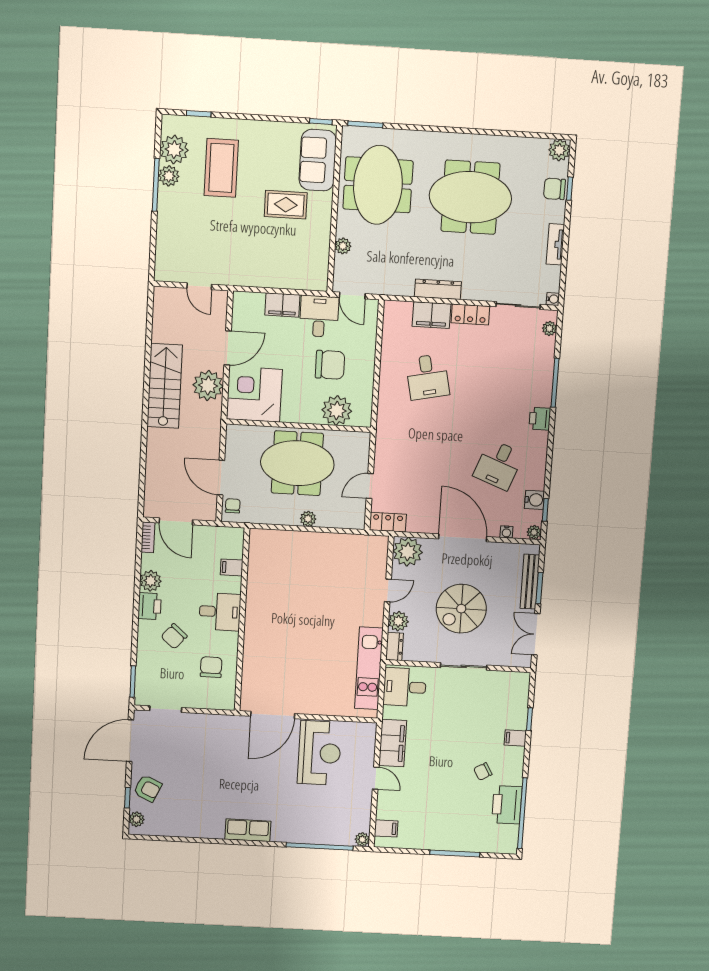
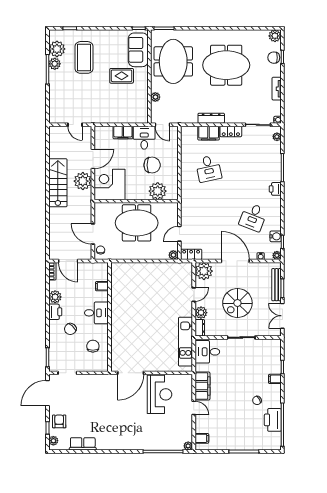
plant: (308, 519) -> (173, 255), moved
armchair: (148, 788) -> (59, 421), turned -115
row of seats: (248, 830) -> (83, 444), moved

